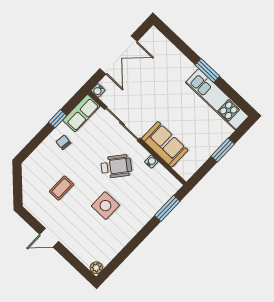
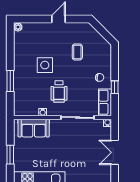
double door: (118, 55) -> (115, 152), width x0.73
sofa: (165, 144) -> (34, 128), moved
wheelchair: (116, 166) -> (59, 92), turned -39
window: (167, 208) -> (10, 81), moved

